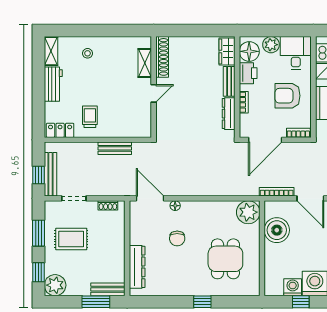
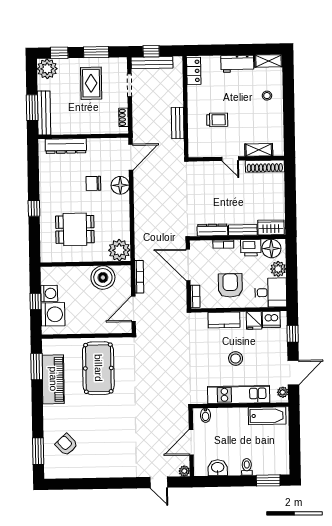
trolley: (90, 117) -> (217, 120), moved
floor lamp: (175, 206) -> (120, 185), width x1.89, depth x1.89
bench: (108, 289) -> (44, 113), width x1.36

